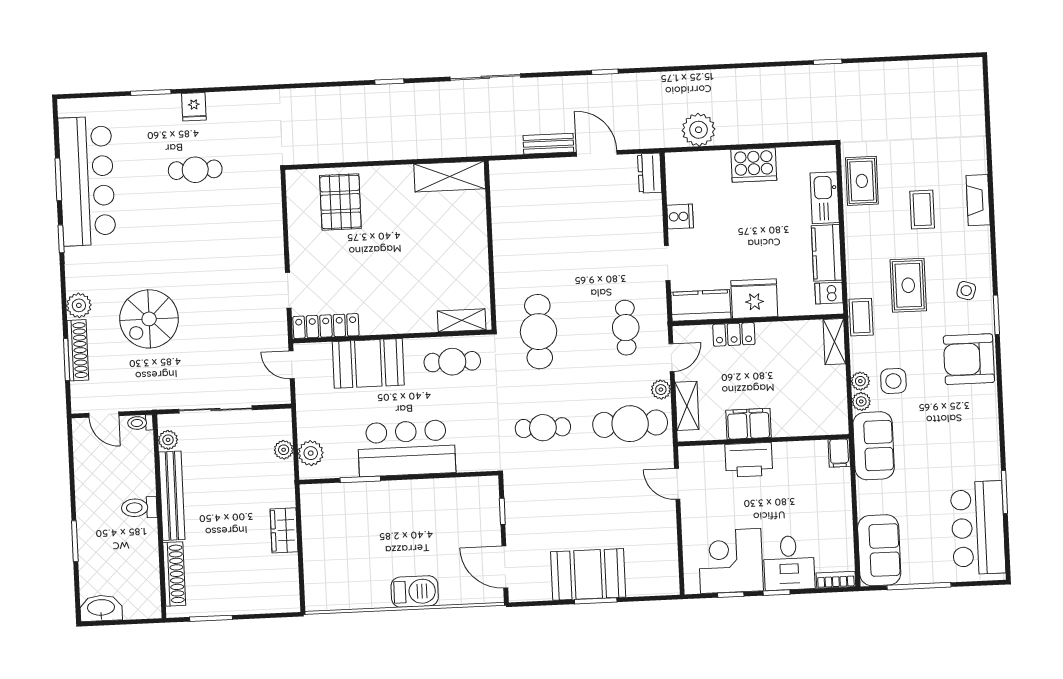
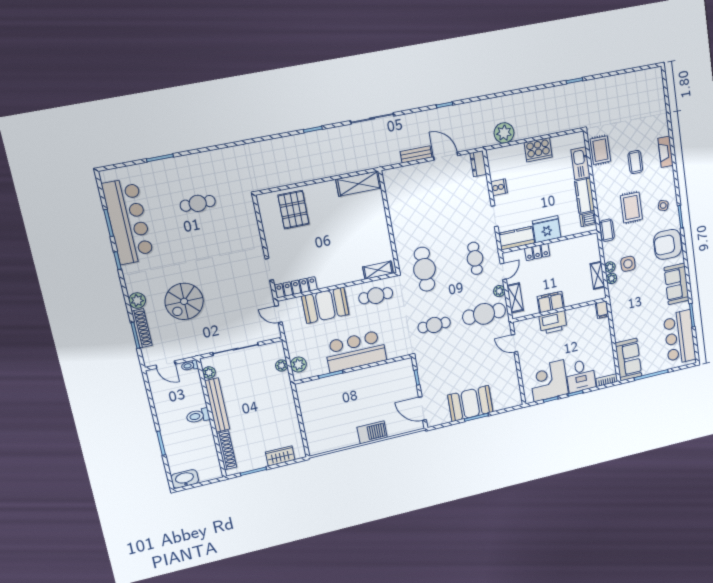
fridge: (194, 107) -> (190, 163), removed
shelving: (834, 342) -> (598, 275), moved
sofa: (874, 446) -> (677, 284), moved, turned 180
wardrobe: (284, 530) -> (280, 456), moved, turned 90

